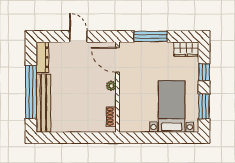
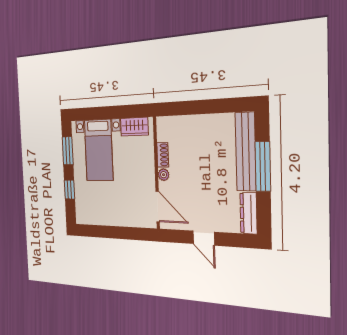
window: (150, 36) -> (123, 233), removed
wardrobe: (186, 49) -> (134, 127), moved, turned 180
window: (31, 92) -> (263, 166), width x0.68
shoe rack: (111, 117) -> (163, 155), moved

